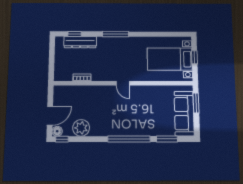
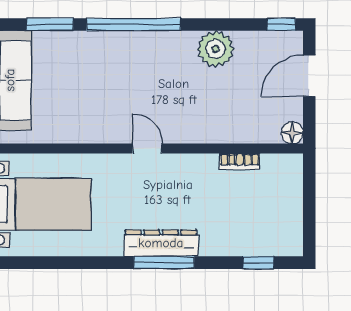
dresser: (80, 42) -> (161, 243), moved
plant: (81, 128) -> (216, 49), moved
floor lamp: (57, 131) -> (292, 133), moved

